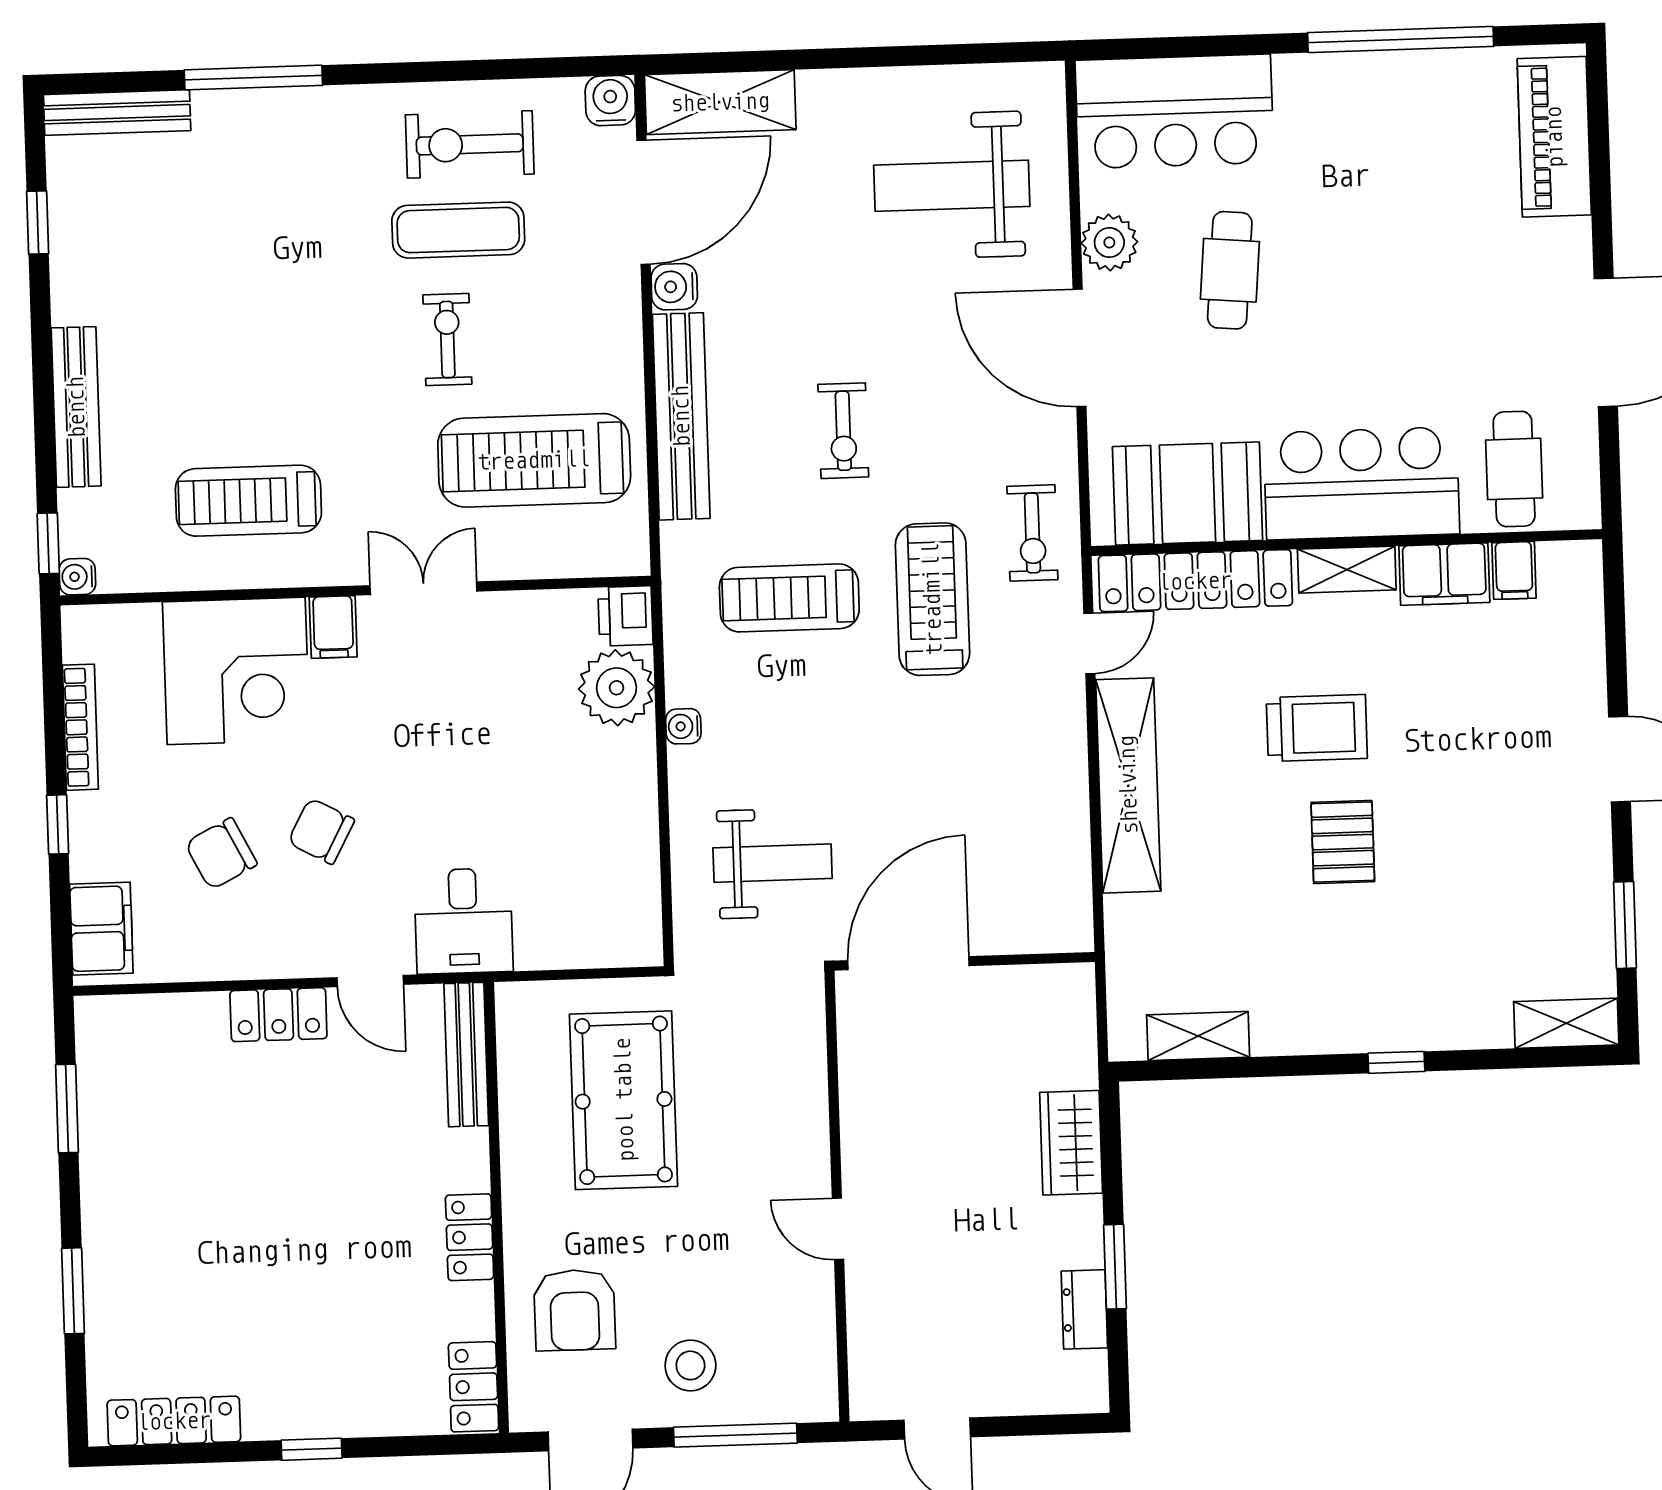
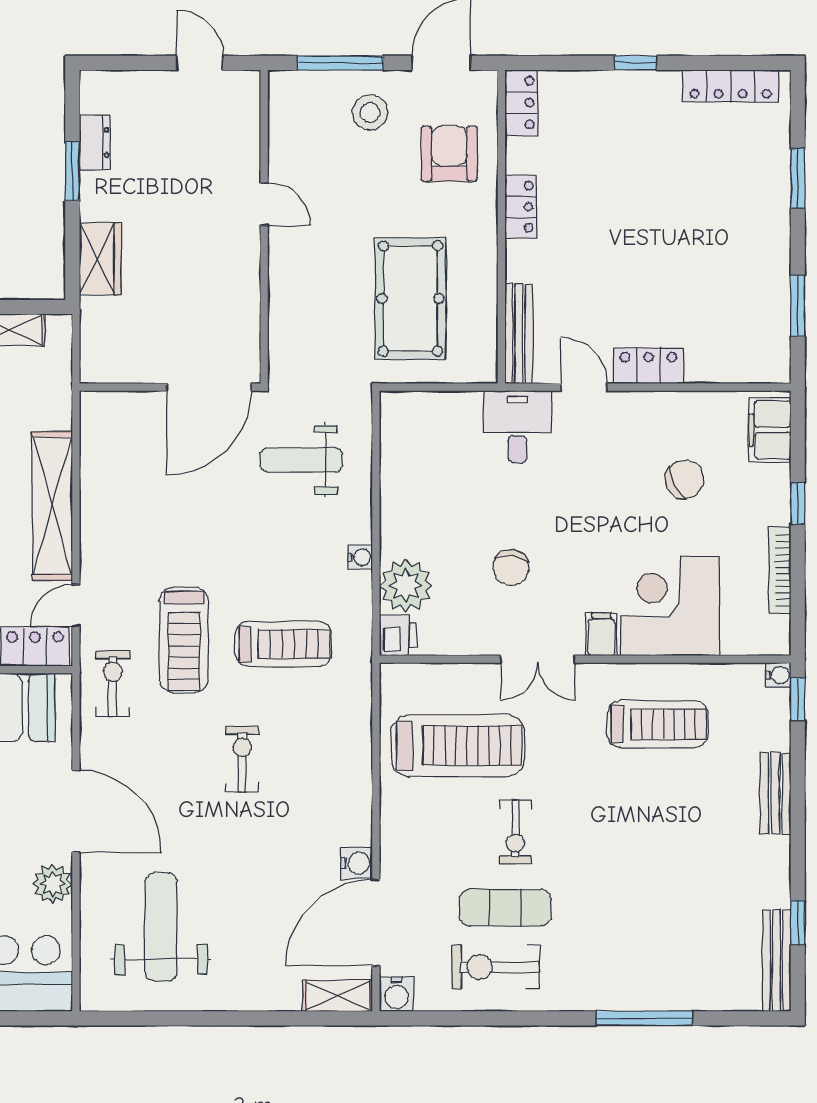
shelving: (720, 102) -> (338, 996), width x0.67, depth x0.75
bench: (117, 113) -> (777, 961), moved, turned 90
exercise bike: (470, 144) -> (495, 967), turned 180
weight bench: (952, 186) -> (161, 927), turned -90
bench: (76, 407) -> (775, 793), width x0.73
bench: (681, 416) -> (354, 773), removed
chair: (321, 831) -> (511, 568), moved, turned 69

